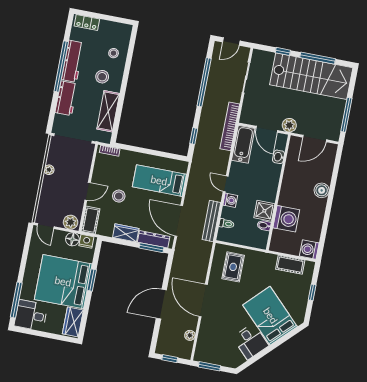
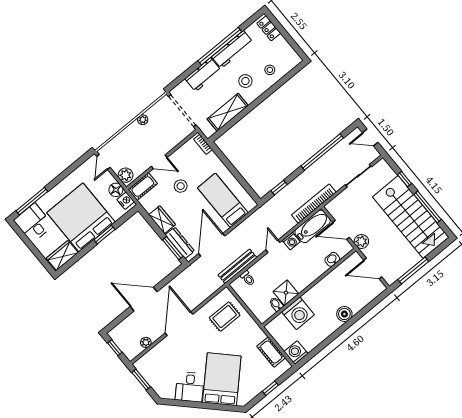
door: (267, 129) -> (341, 230), hinge flipped
washing machine: (230, 200) -> (291, 241), moved

